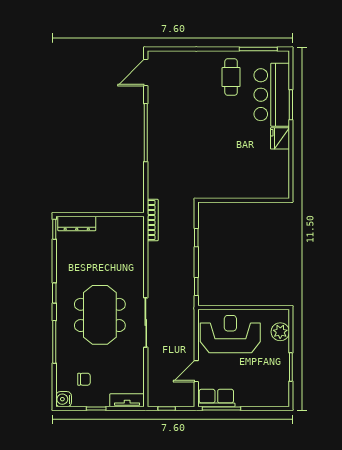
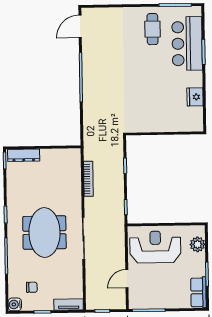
fridge: (280, 138) -> (195, 97), moved
bookcase: (153, 220) -> (88, 179), moved
row of seats: (216, 398) -> (198, 292), moved, turned -90

